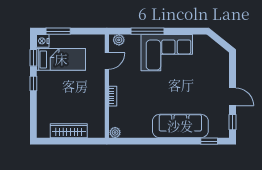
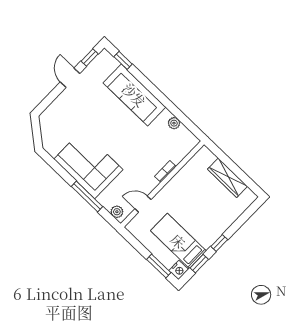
plant: (115, 132) -> (174, 123), moved

